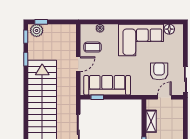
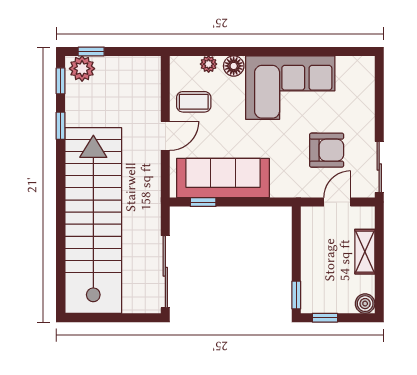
floor lamp: (169, 29) -> (234, 66), moved
armchair: (159, 71) -> (327, 150), turned 90
shelving: (151, 121) -> (365, 252), moved

